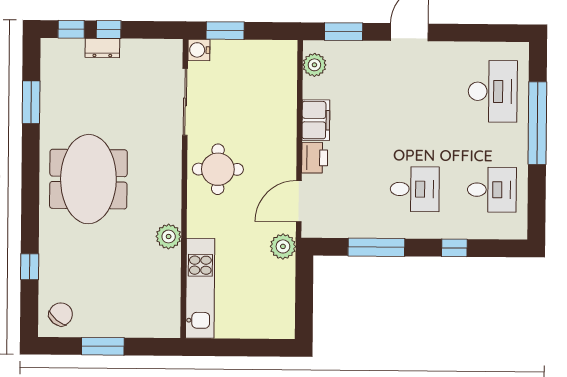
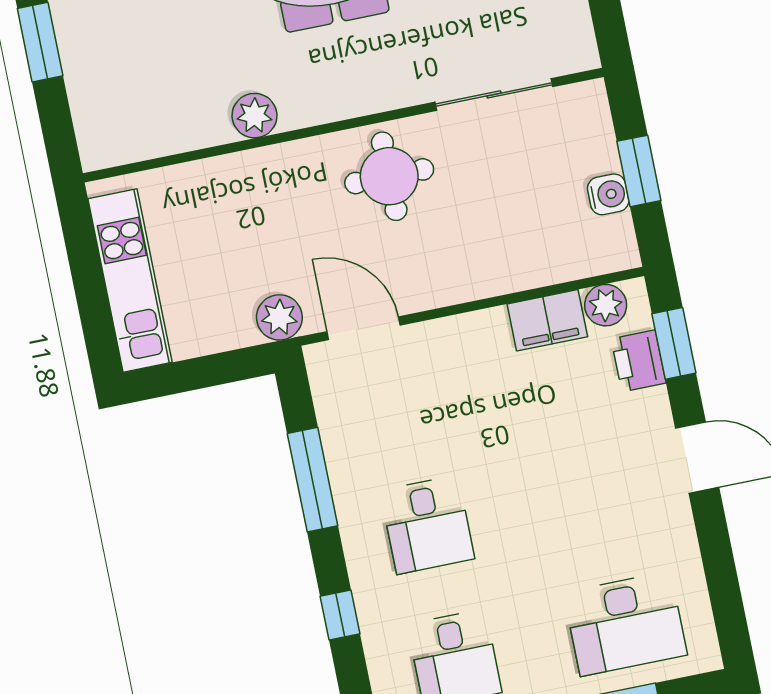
window: (225, 31) -> (639, 171), moved
water cooler: (199, 50) -> (608, 194), moved, turned 90
filing cabinet: (316, 120) -> (547, 320), moved
printer: (315, 158) -> (639, 361), moved, turned 90
kitchen unit: (200, 288) -> (130, 281), moved, turned -90

